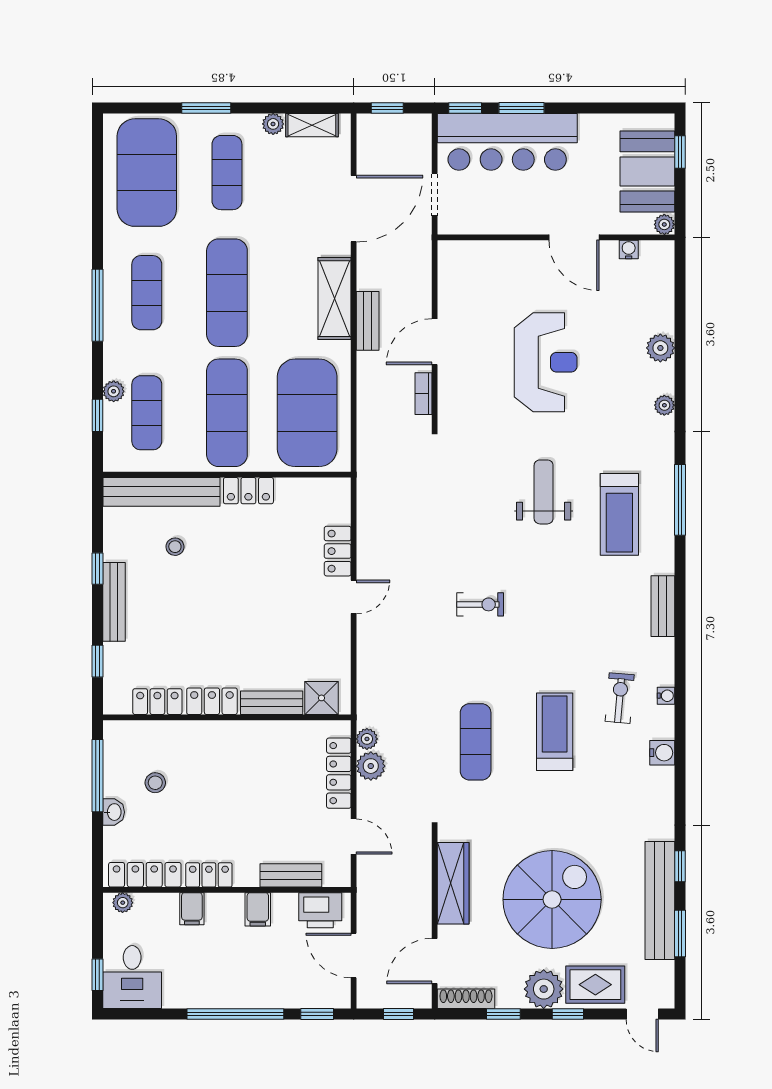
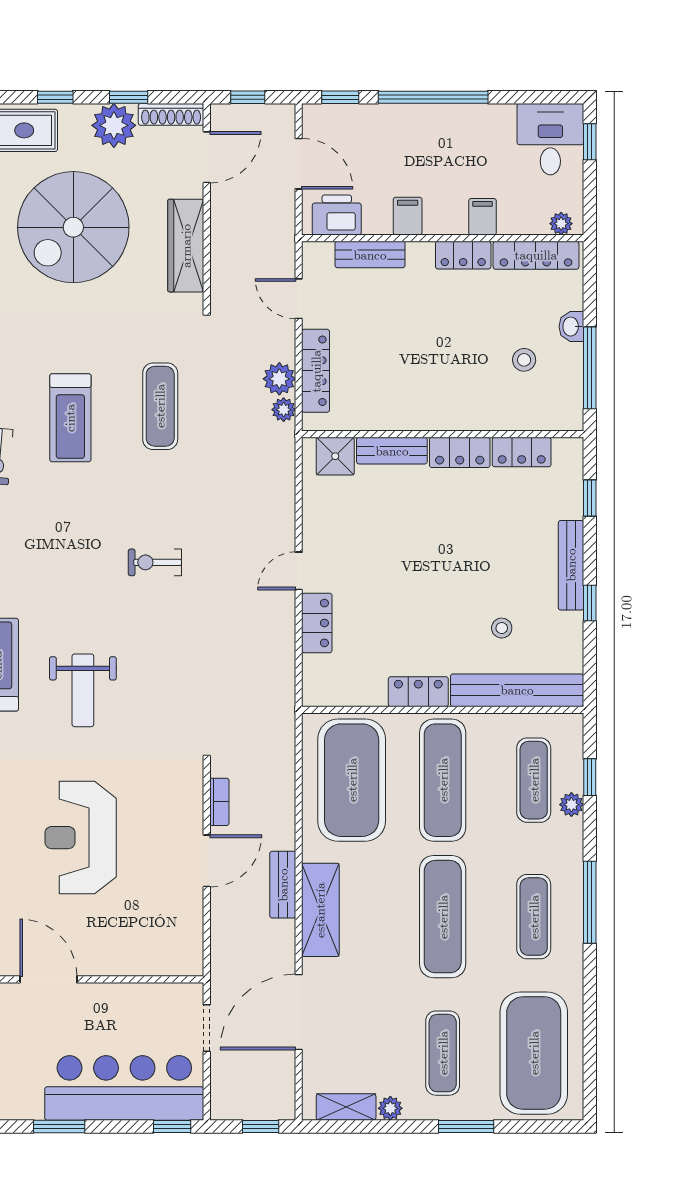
window: (522, 108) -> (59, 1126), moved
plant: (544, 989) -> (114, 125), moved

